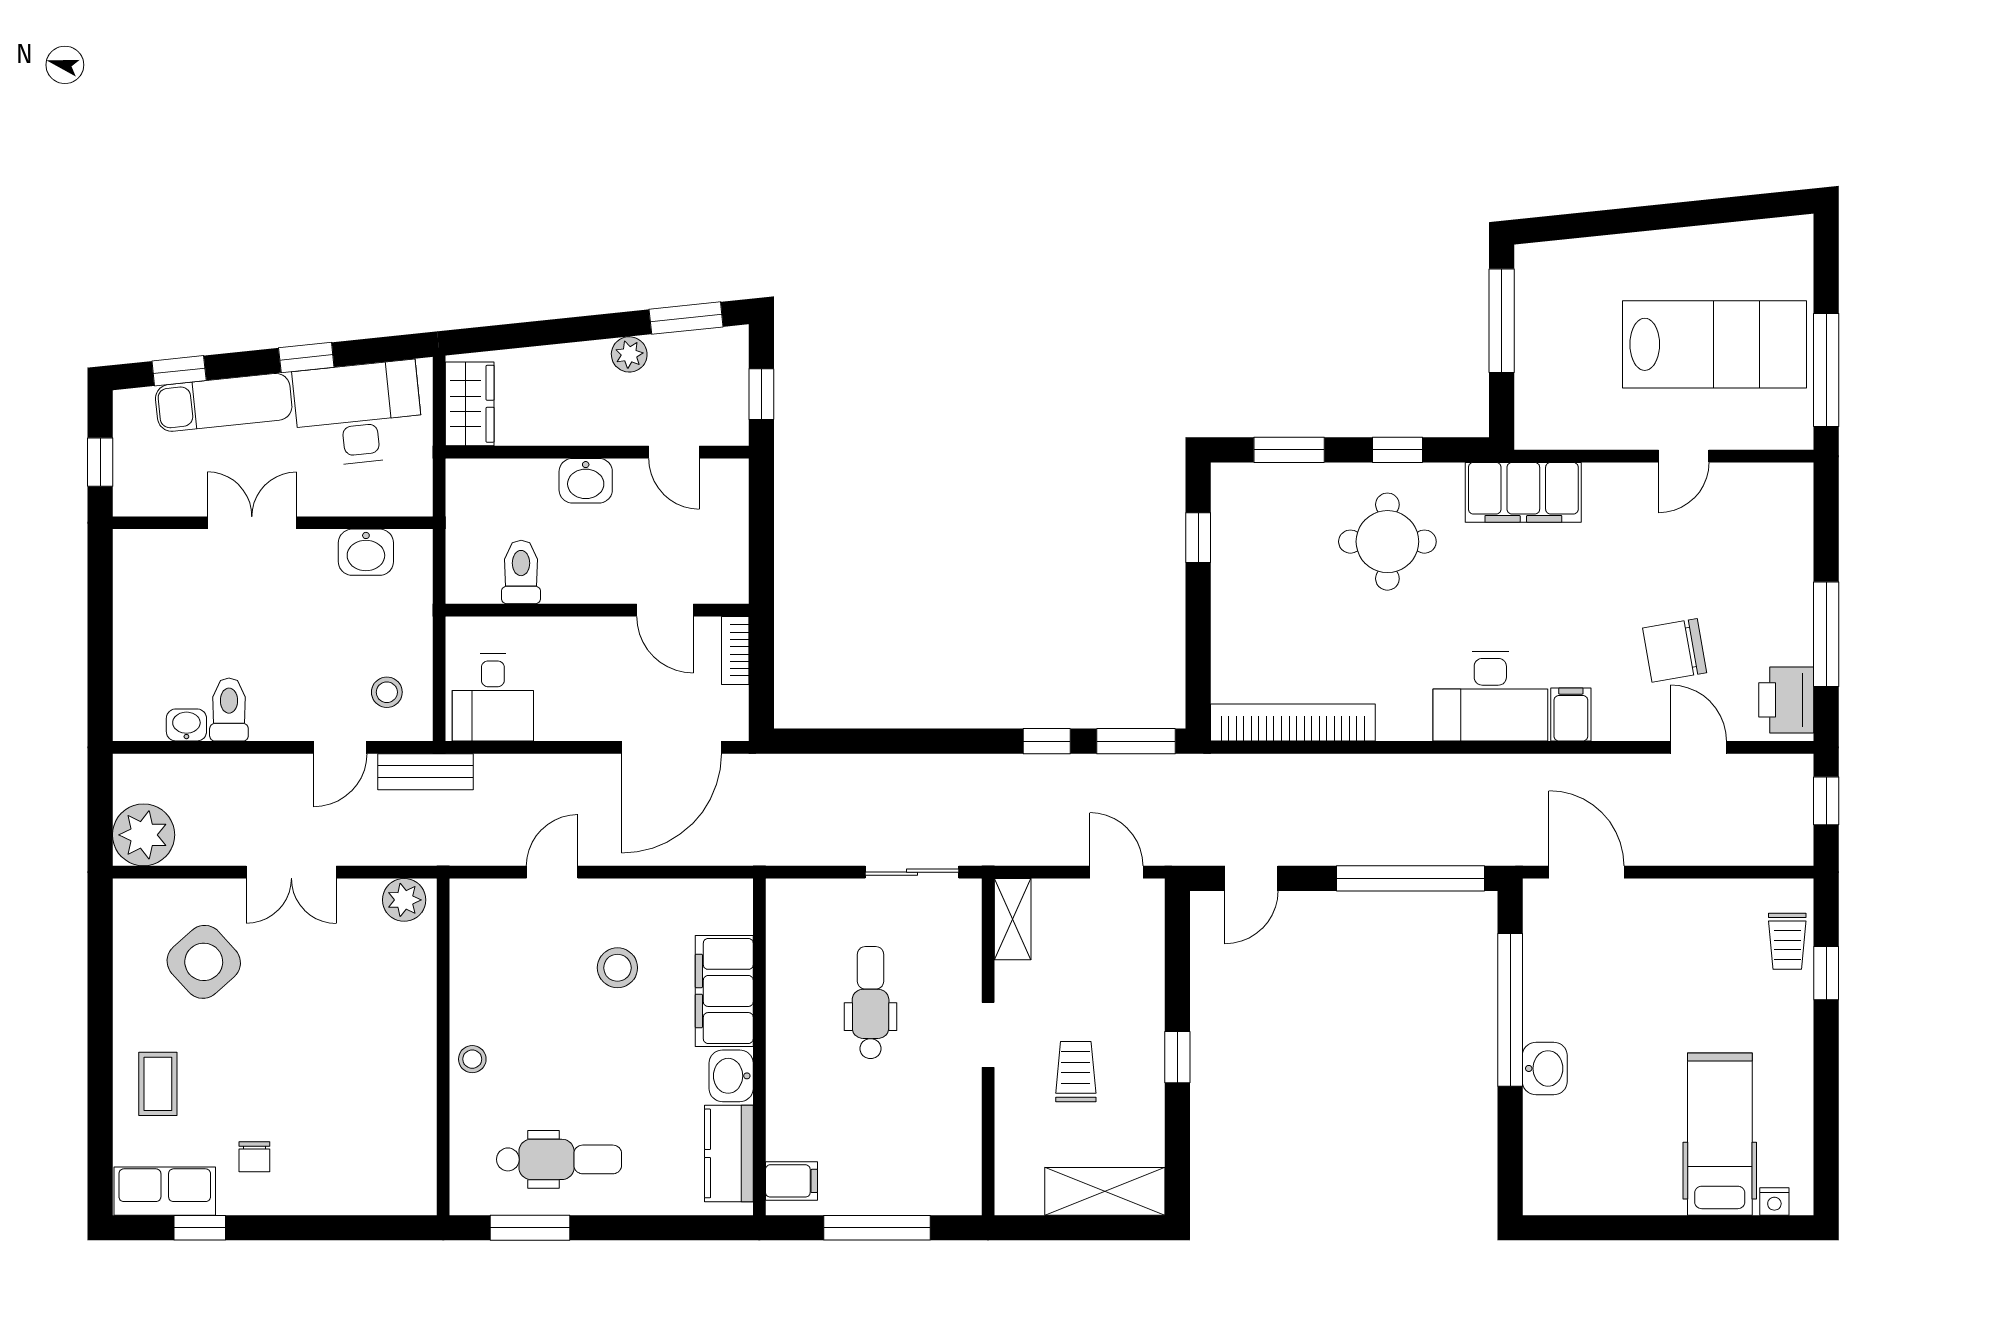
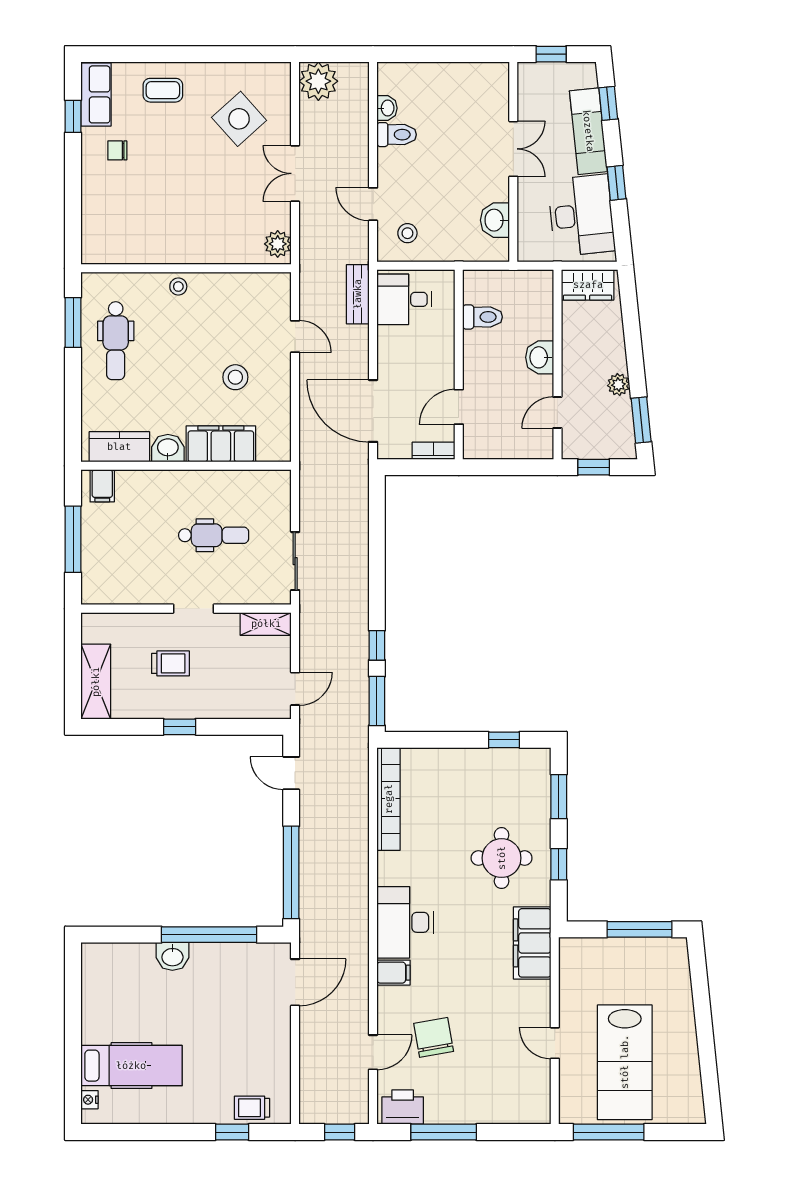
bench: (425, 772) -> (358, 294), moved

